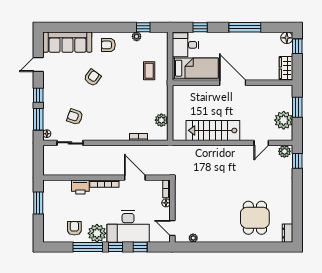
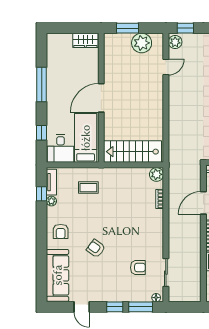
tv unit: (154, 36) -> (51, 182), added
floor lamp: (287, 38) -> (53, 39), removed
window: (297, 46) -> (62, 28), removed
armchair: (75, 117) -> (138, 268), turned -110
plant: (161, 120) -> (157, 174), moved
stairs: (213, 130) -> (133, 152), moved, turned 90
door: (261, 143) -> (166, 67), hinge flipped

